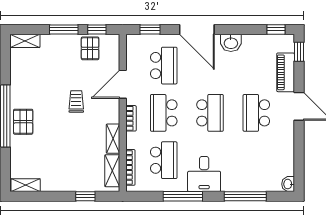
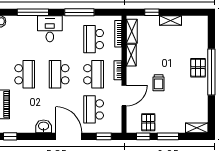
desk: (204, 174) -> (50, 29), moved
shelving: (26, 185) -> (170, 21), moved

